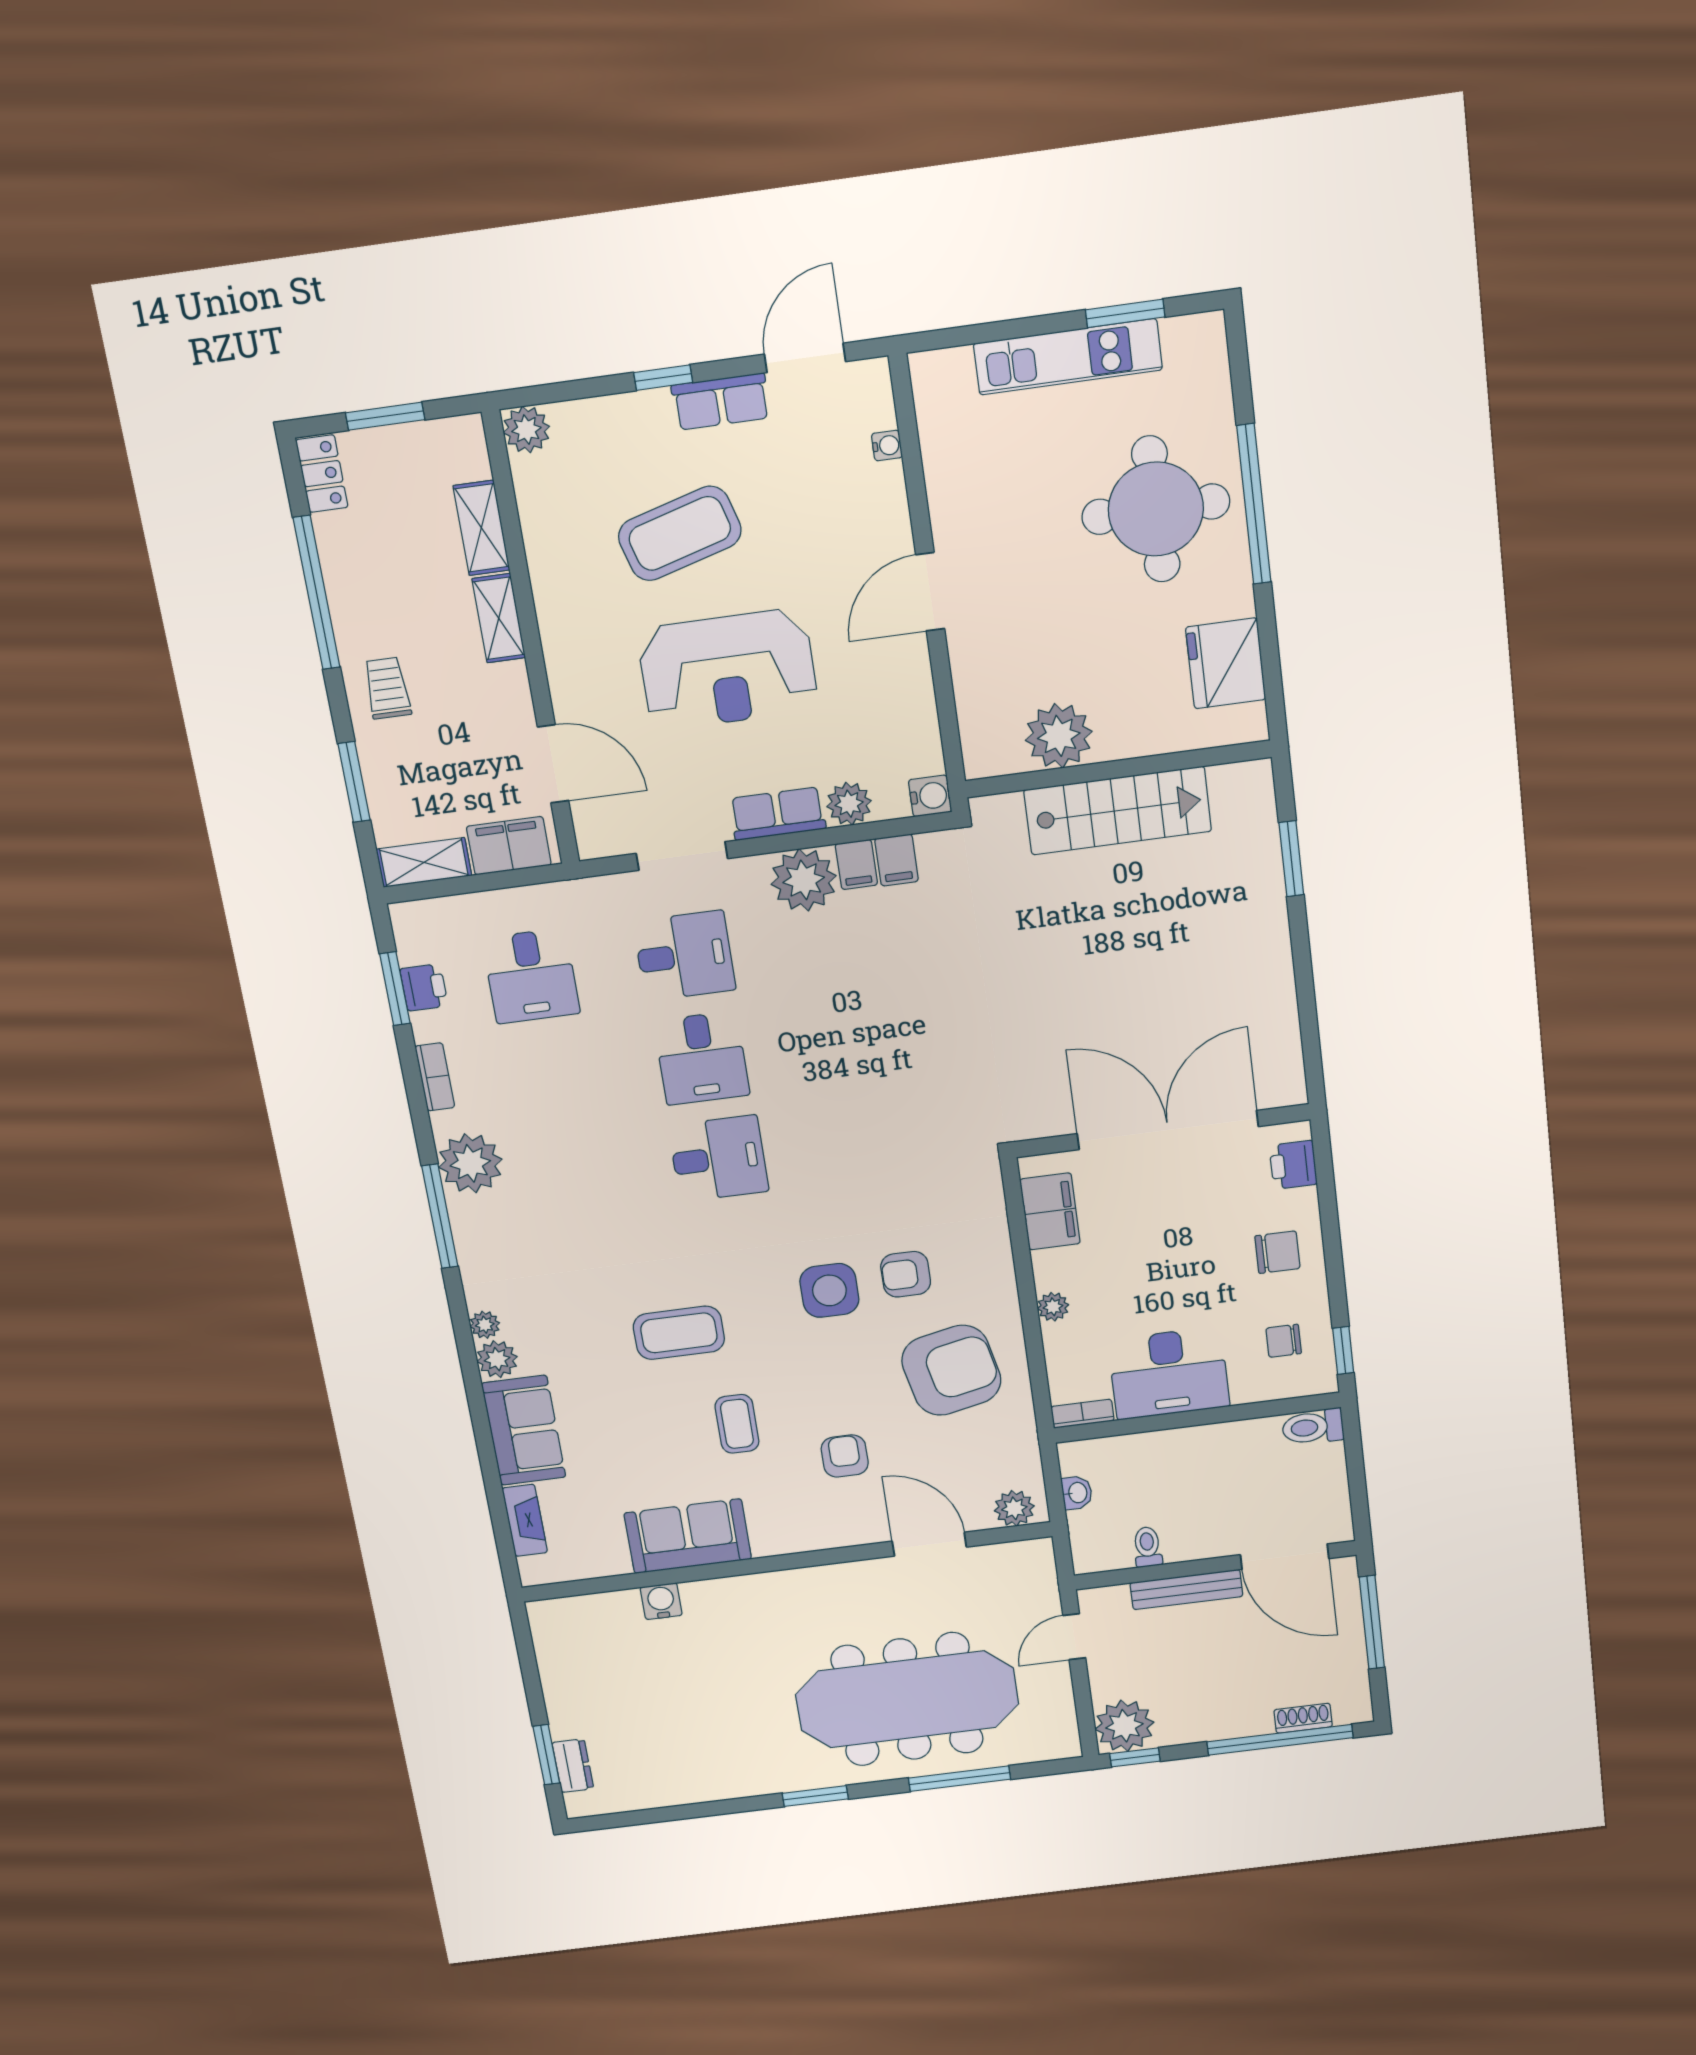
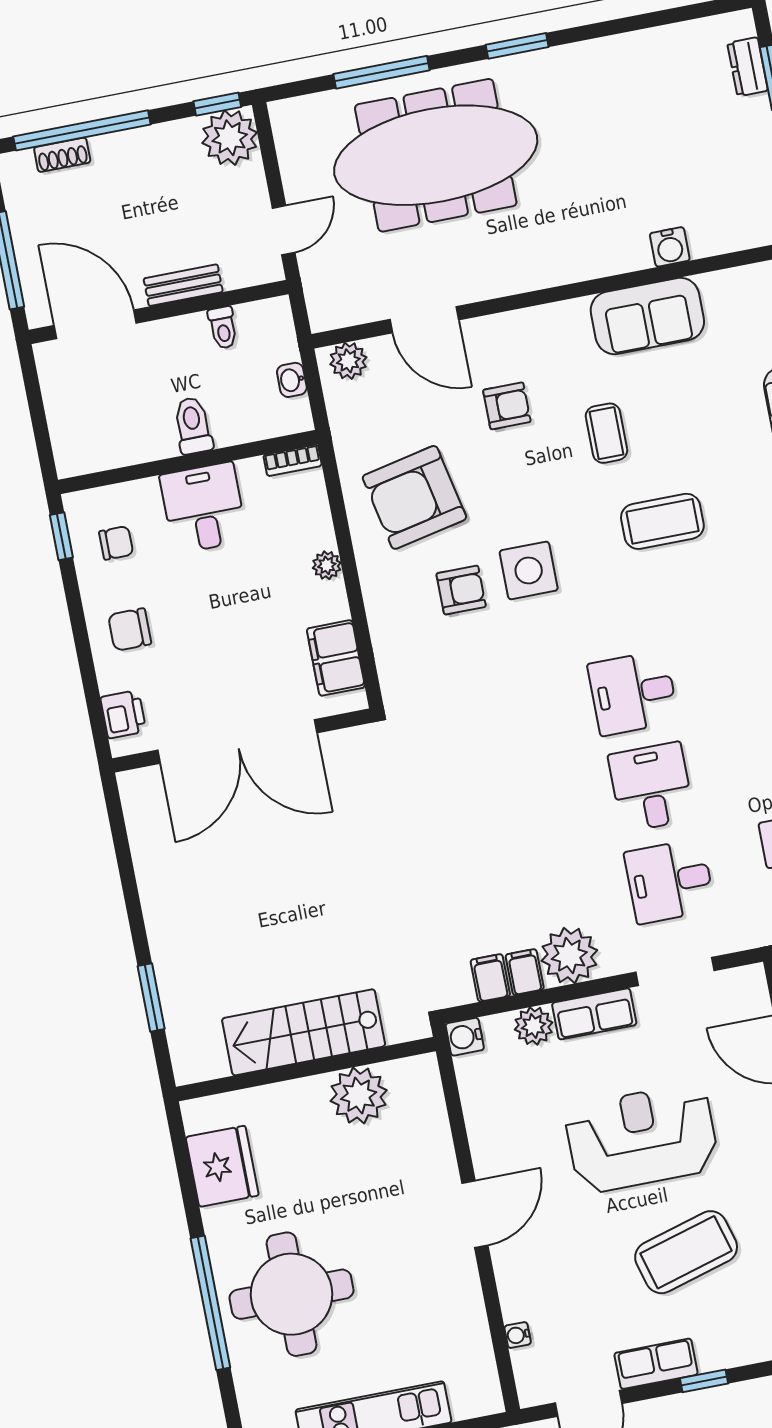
desk: (1169, 1373) -> (203, 508), width x0.73
toilet: (1313, 1427) -> (193, 426), moved, turned -90
armchair: (845, 1456) -> (507, 406), turned -90
bench: (1186, 1590) -> (183, 285), width x0.73

